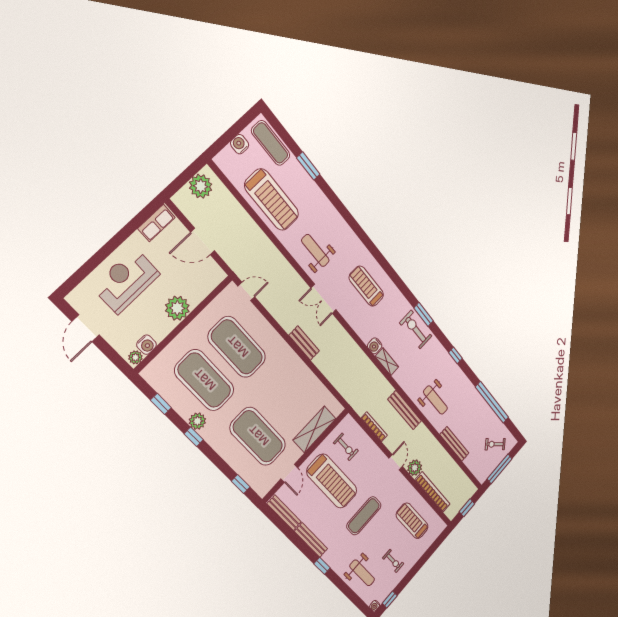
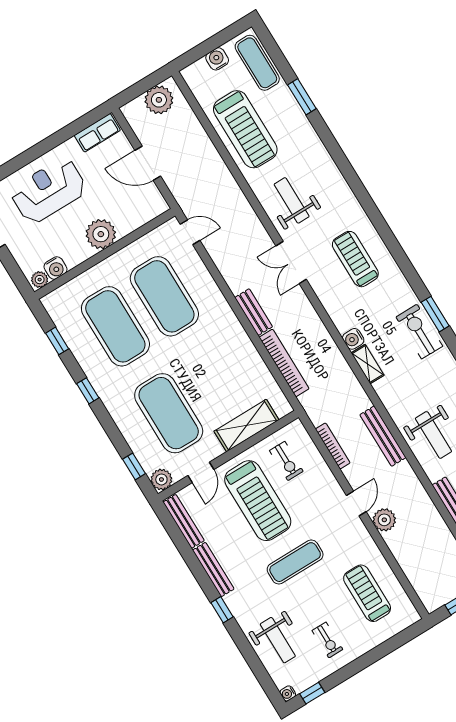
plant: (197, 421) -> (161, 479), moved
bookcase: (433, 492) -> (284, 363), moved

